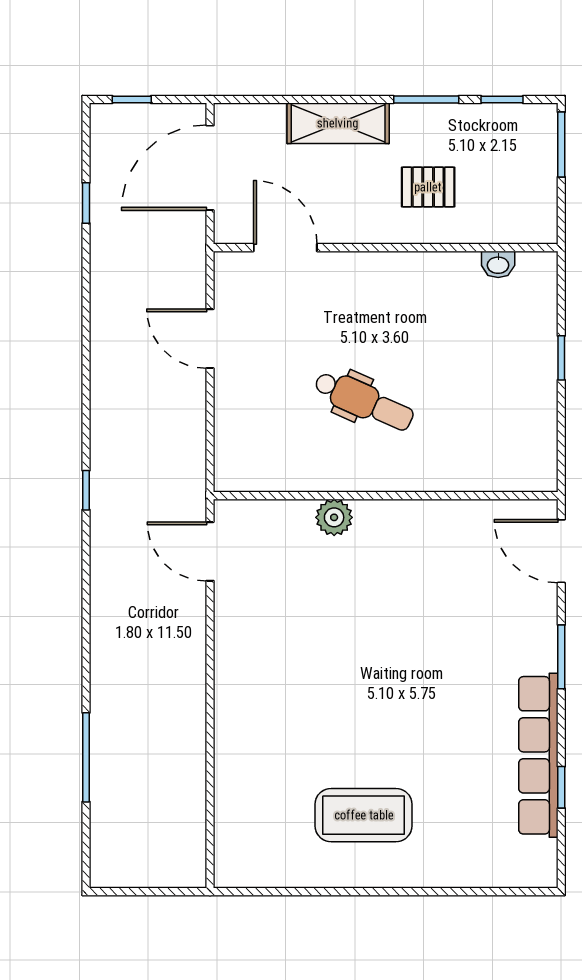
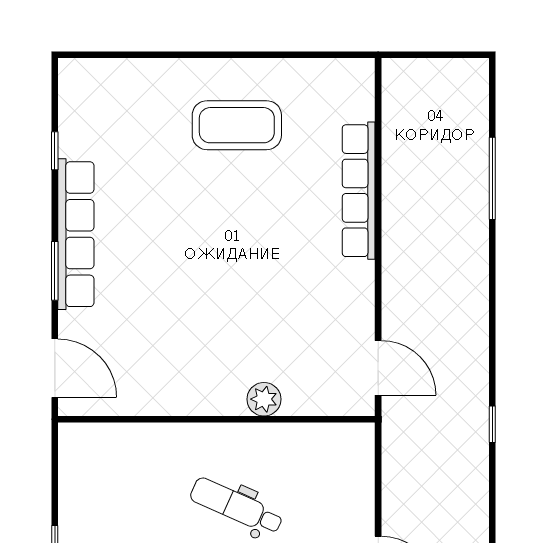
row of seats: (231, 744) -> (359, 191), added
row of seats: (538, 755) -> (76, 234), moved

